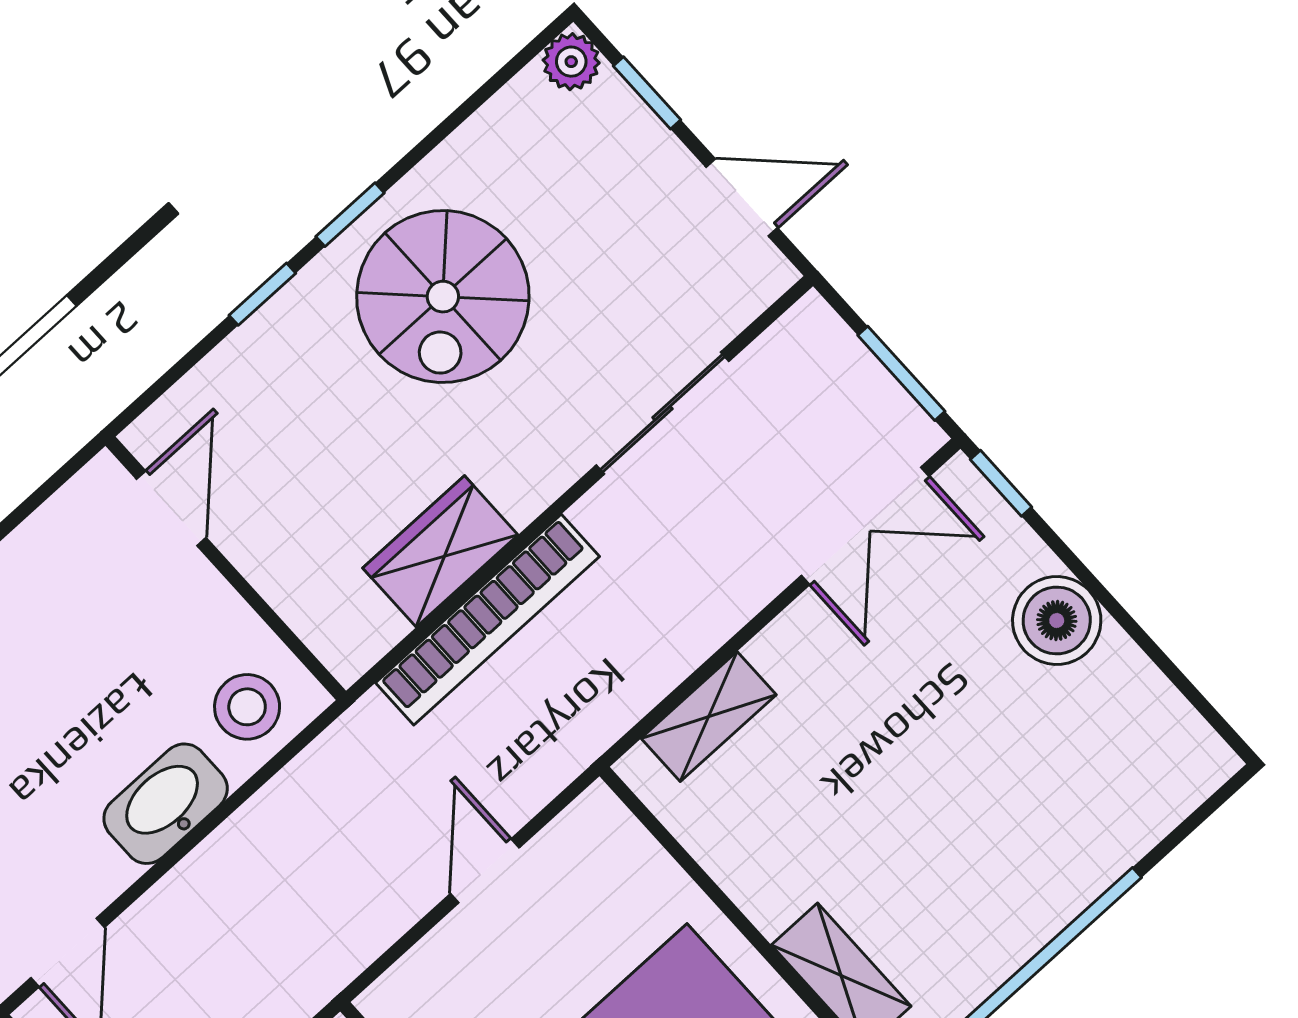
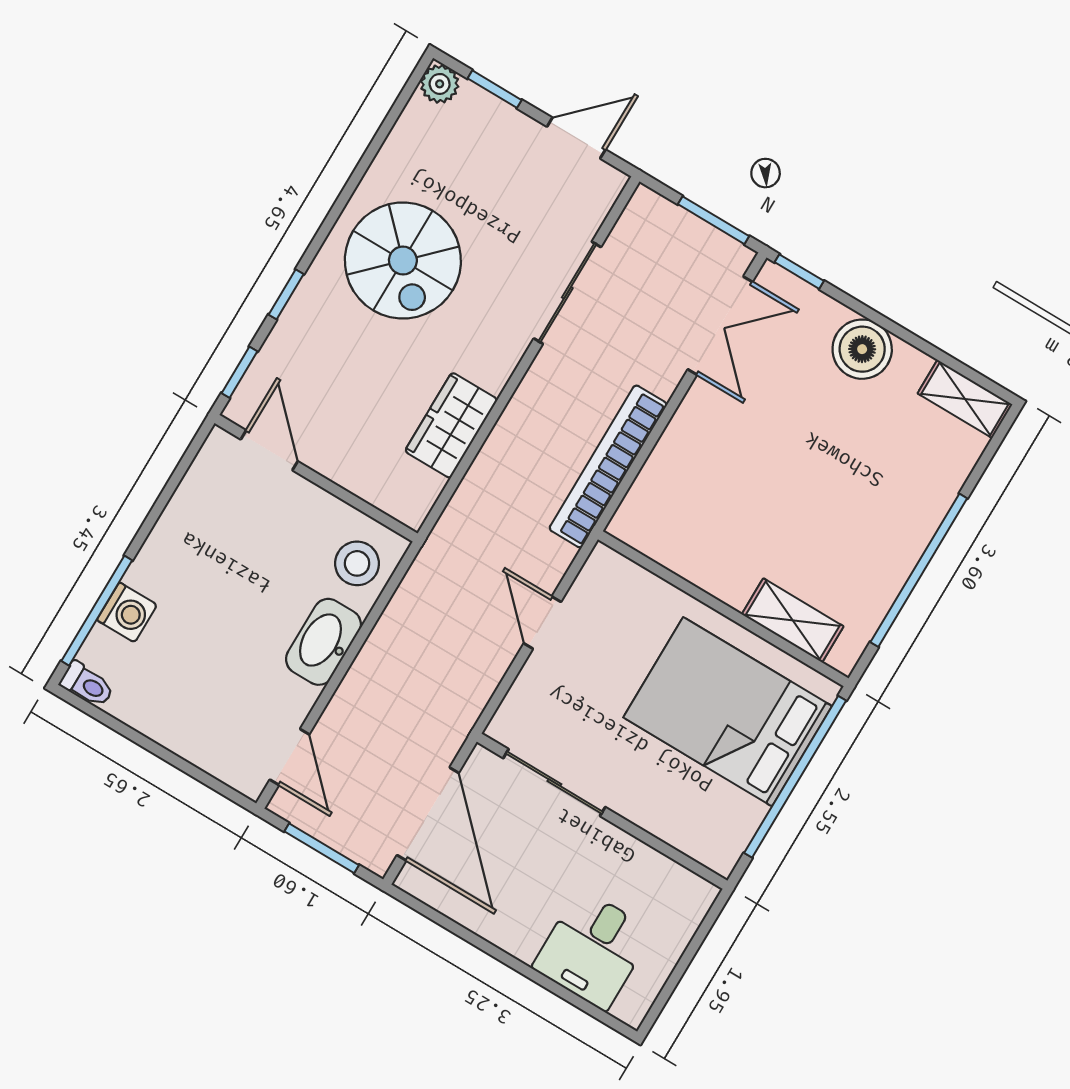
window: (350, 215) -> (239, 372), moved
bookcase: (487, 620) -> (608, 466), moved, turned 180
shelving: (709, 717) -> (965, 399), moved, turned 90

